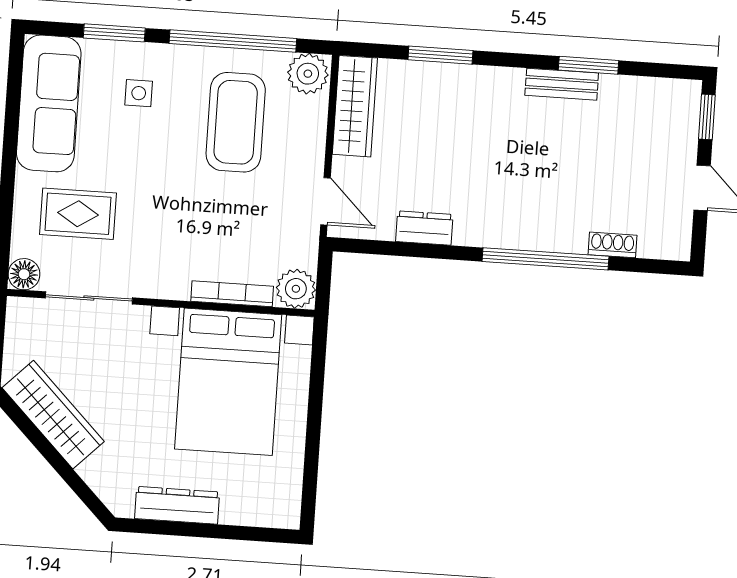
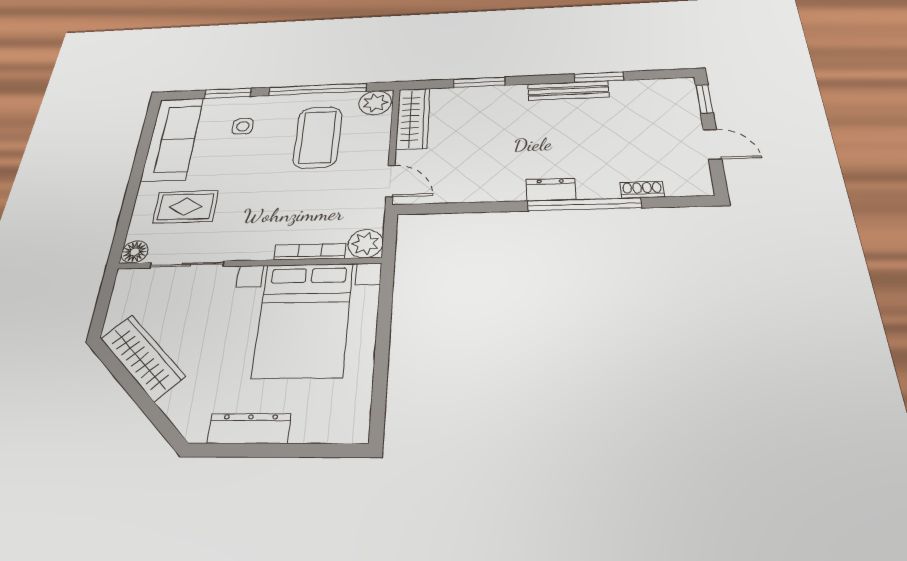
bench: (562, 84) -> (568, 91), width x1.36
dresser: (424, 228) -> (551, 190), moved

